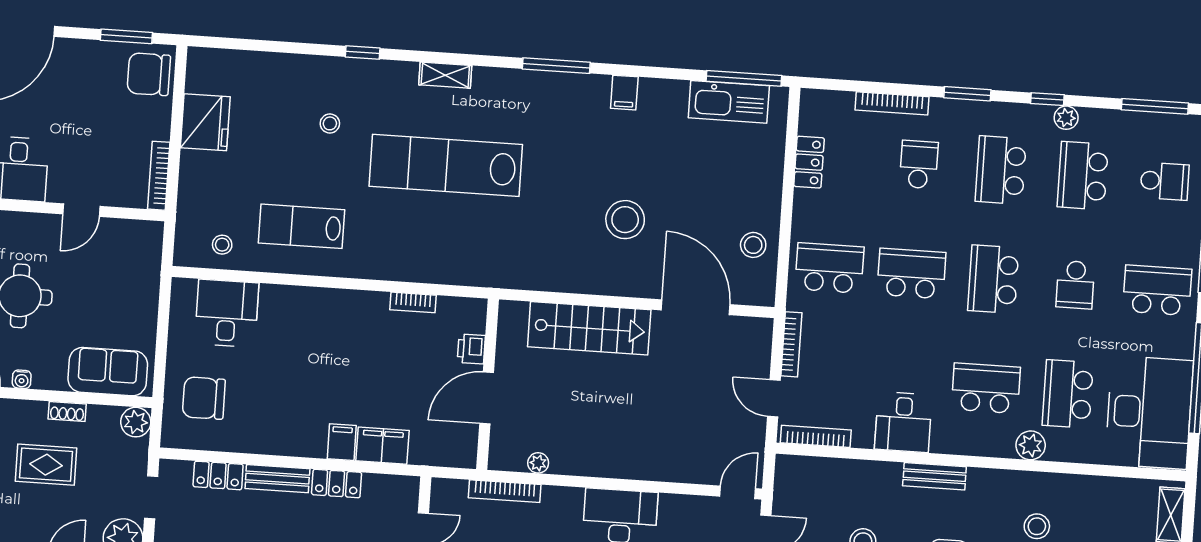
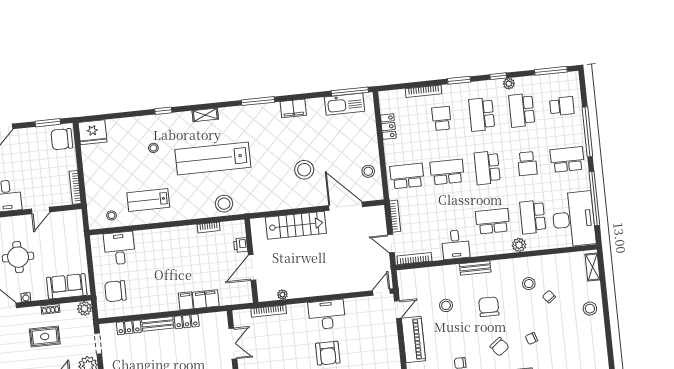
filing cabinet: (624, 93) -> (293, 108), width x2.00
fridge: (205, 122) -> (92, 132), moved, turned 90
stool: (452, 260) -> (224, 204), added

